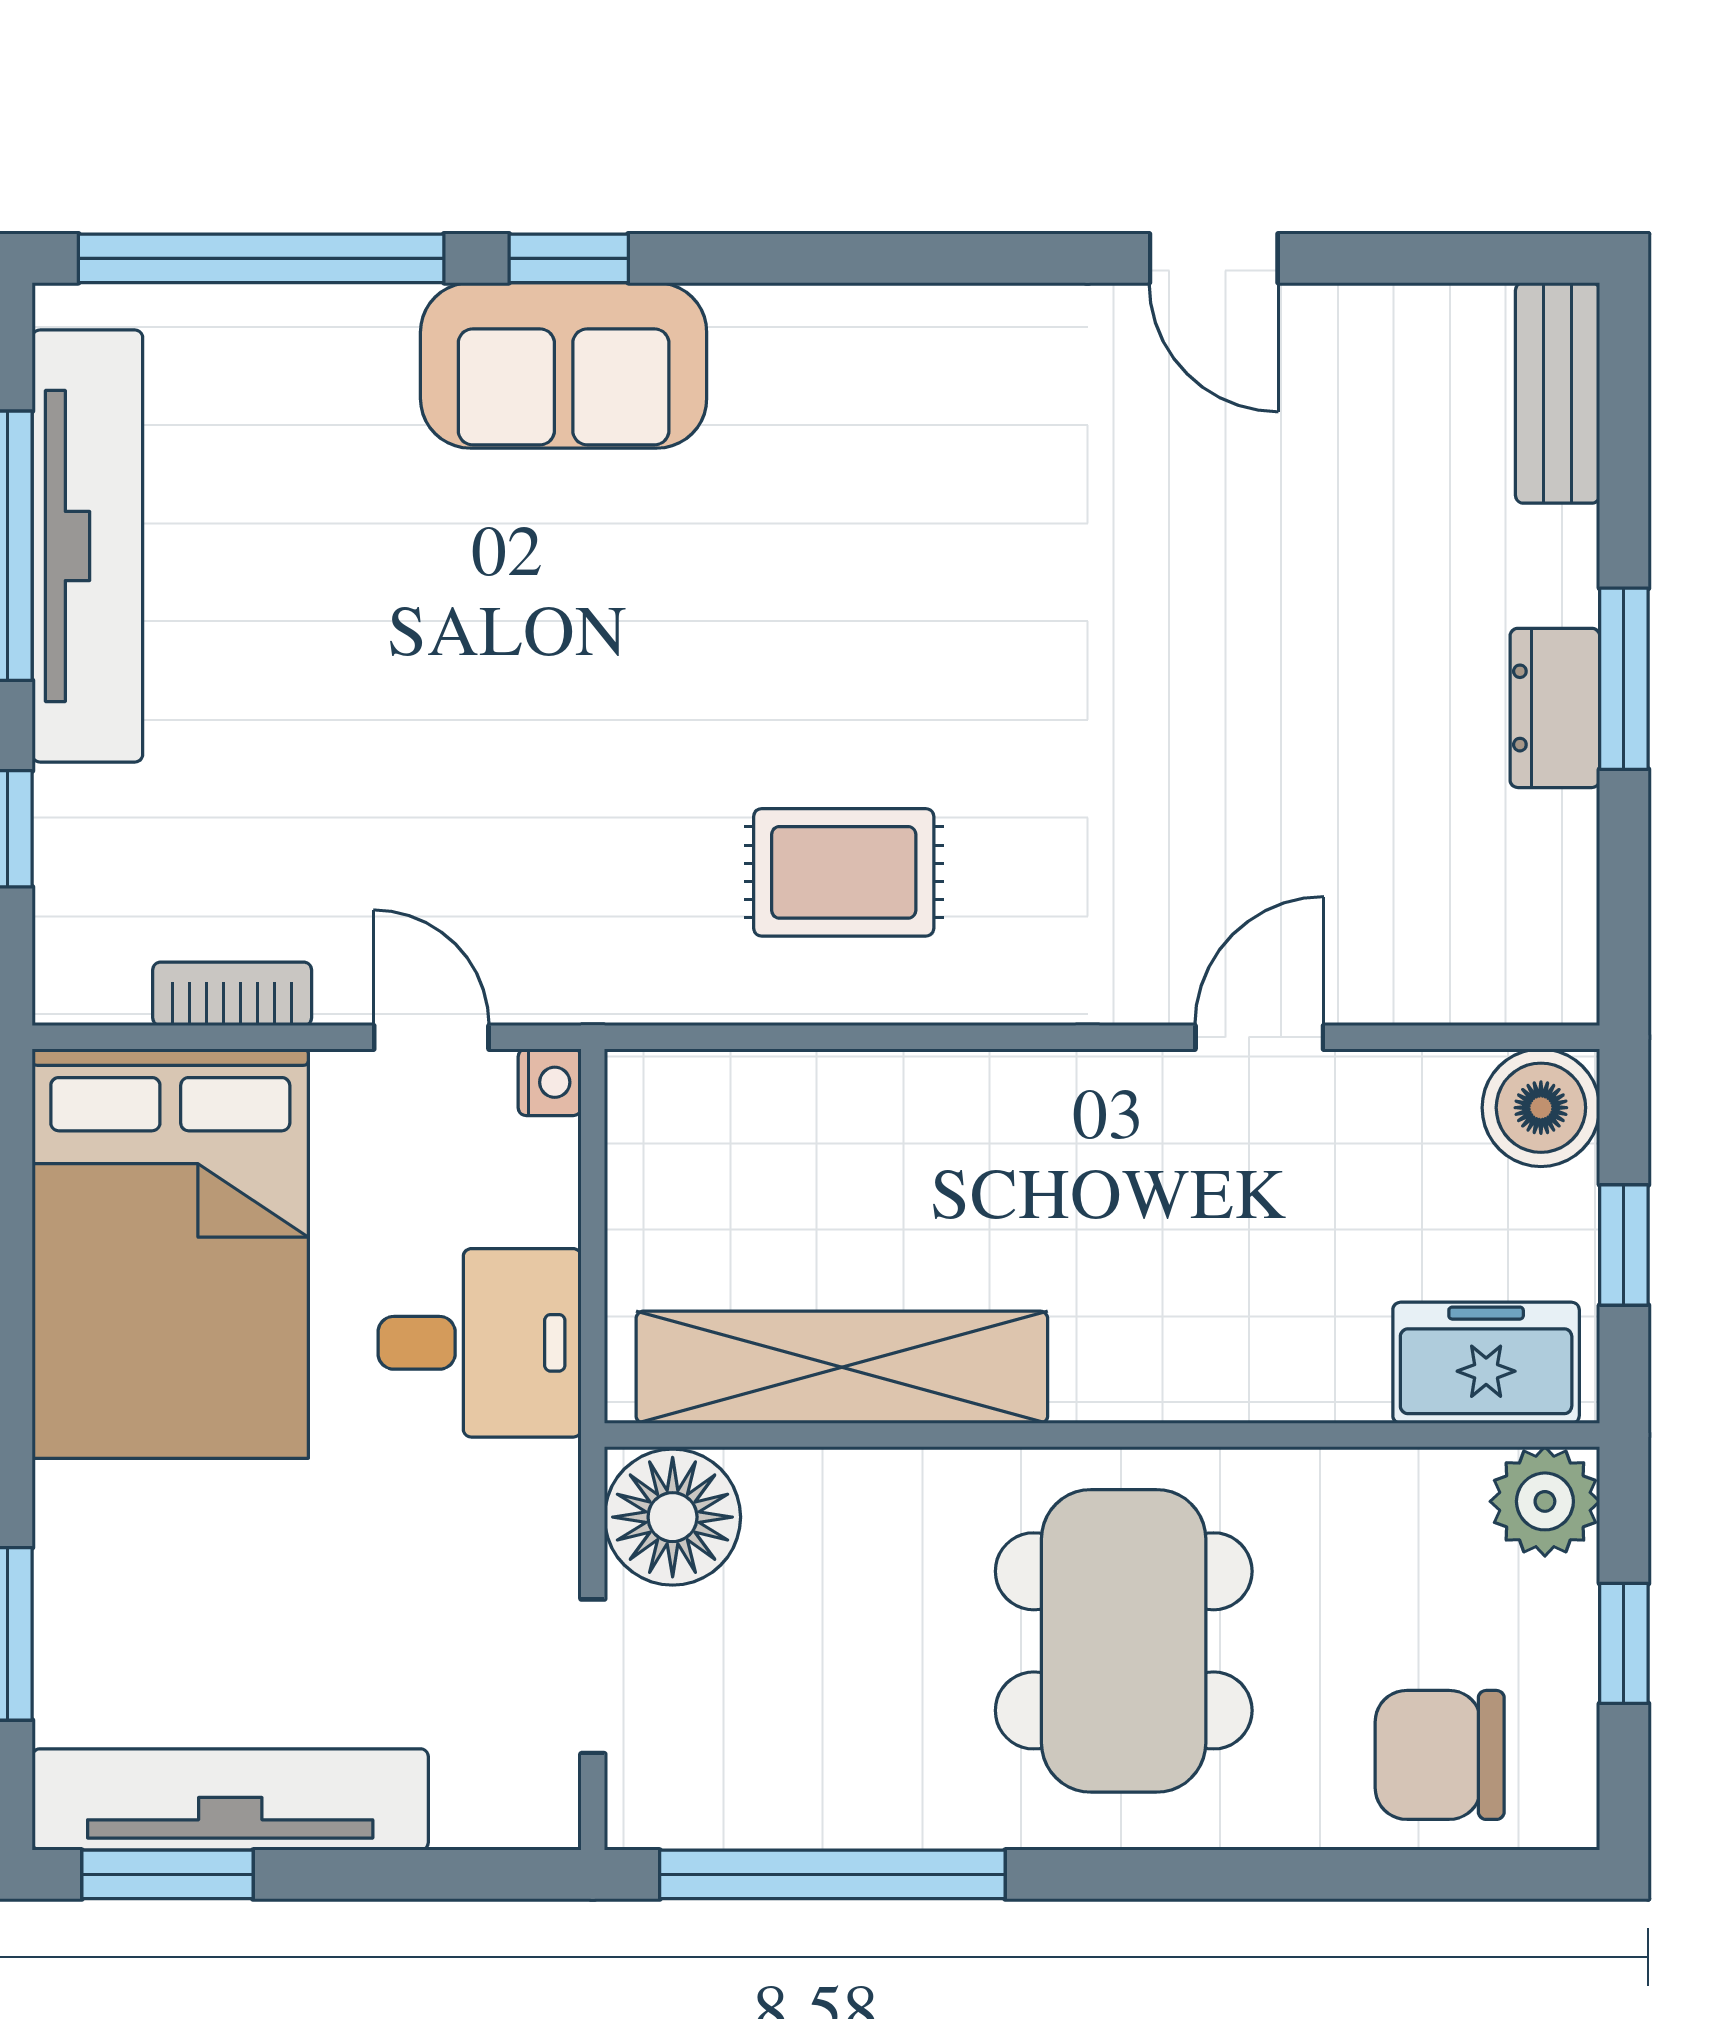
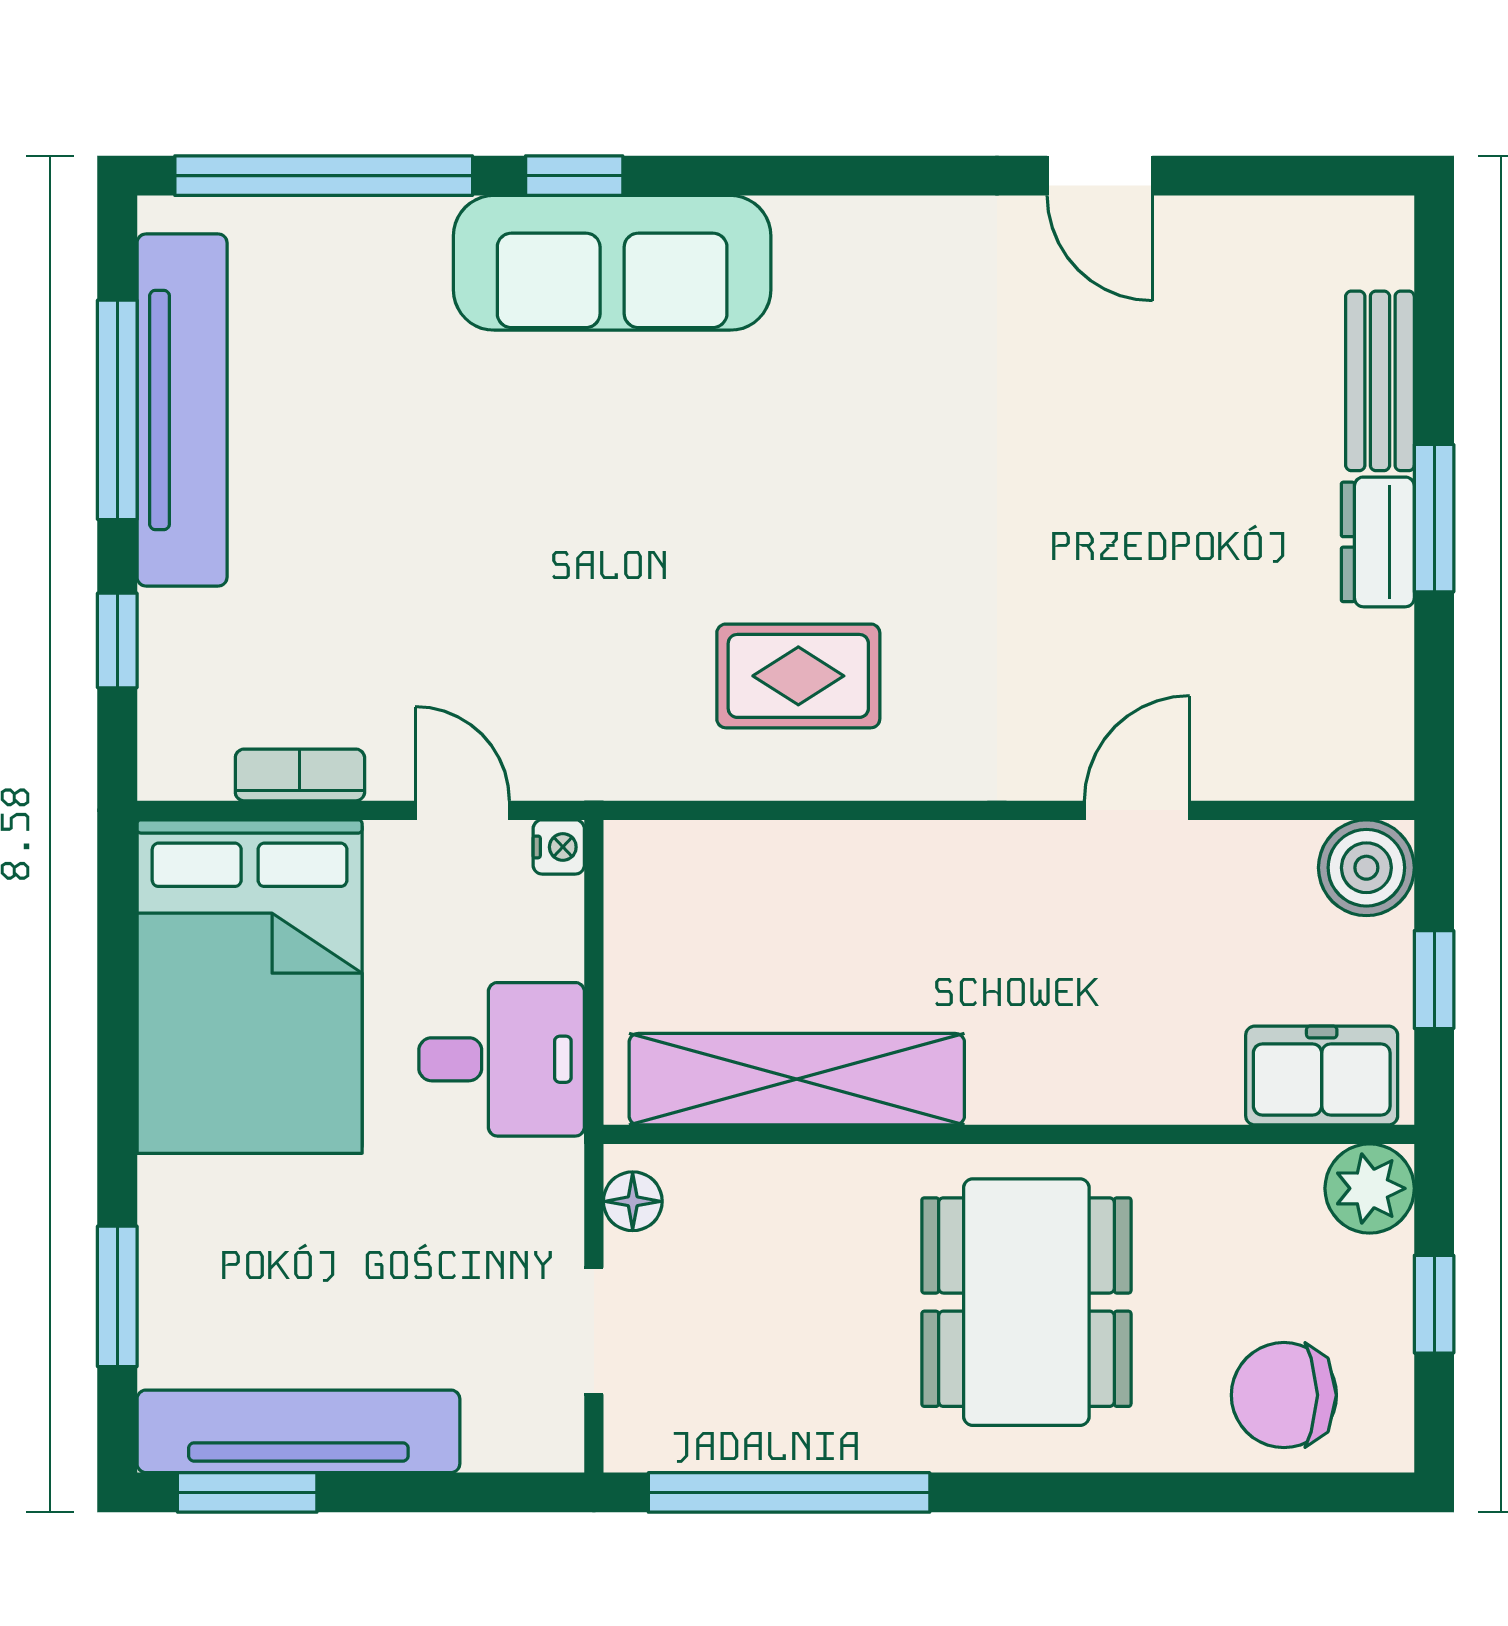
sofa: (564, 365) -> (612, 263), width x1.36
bench: (1558, 393) -> (1380, 381), moved
floor lamp: (673, 1517) -> (633, 1201), width x0.53, depth x0.53

